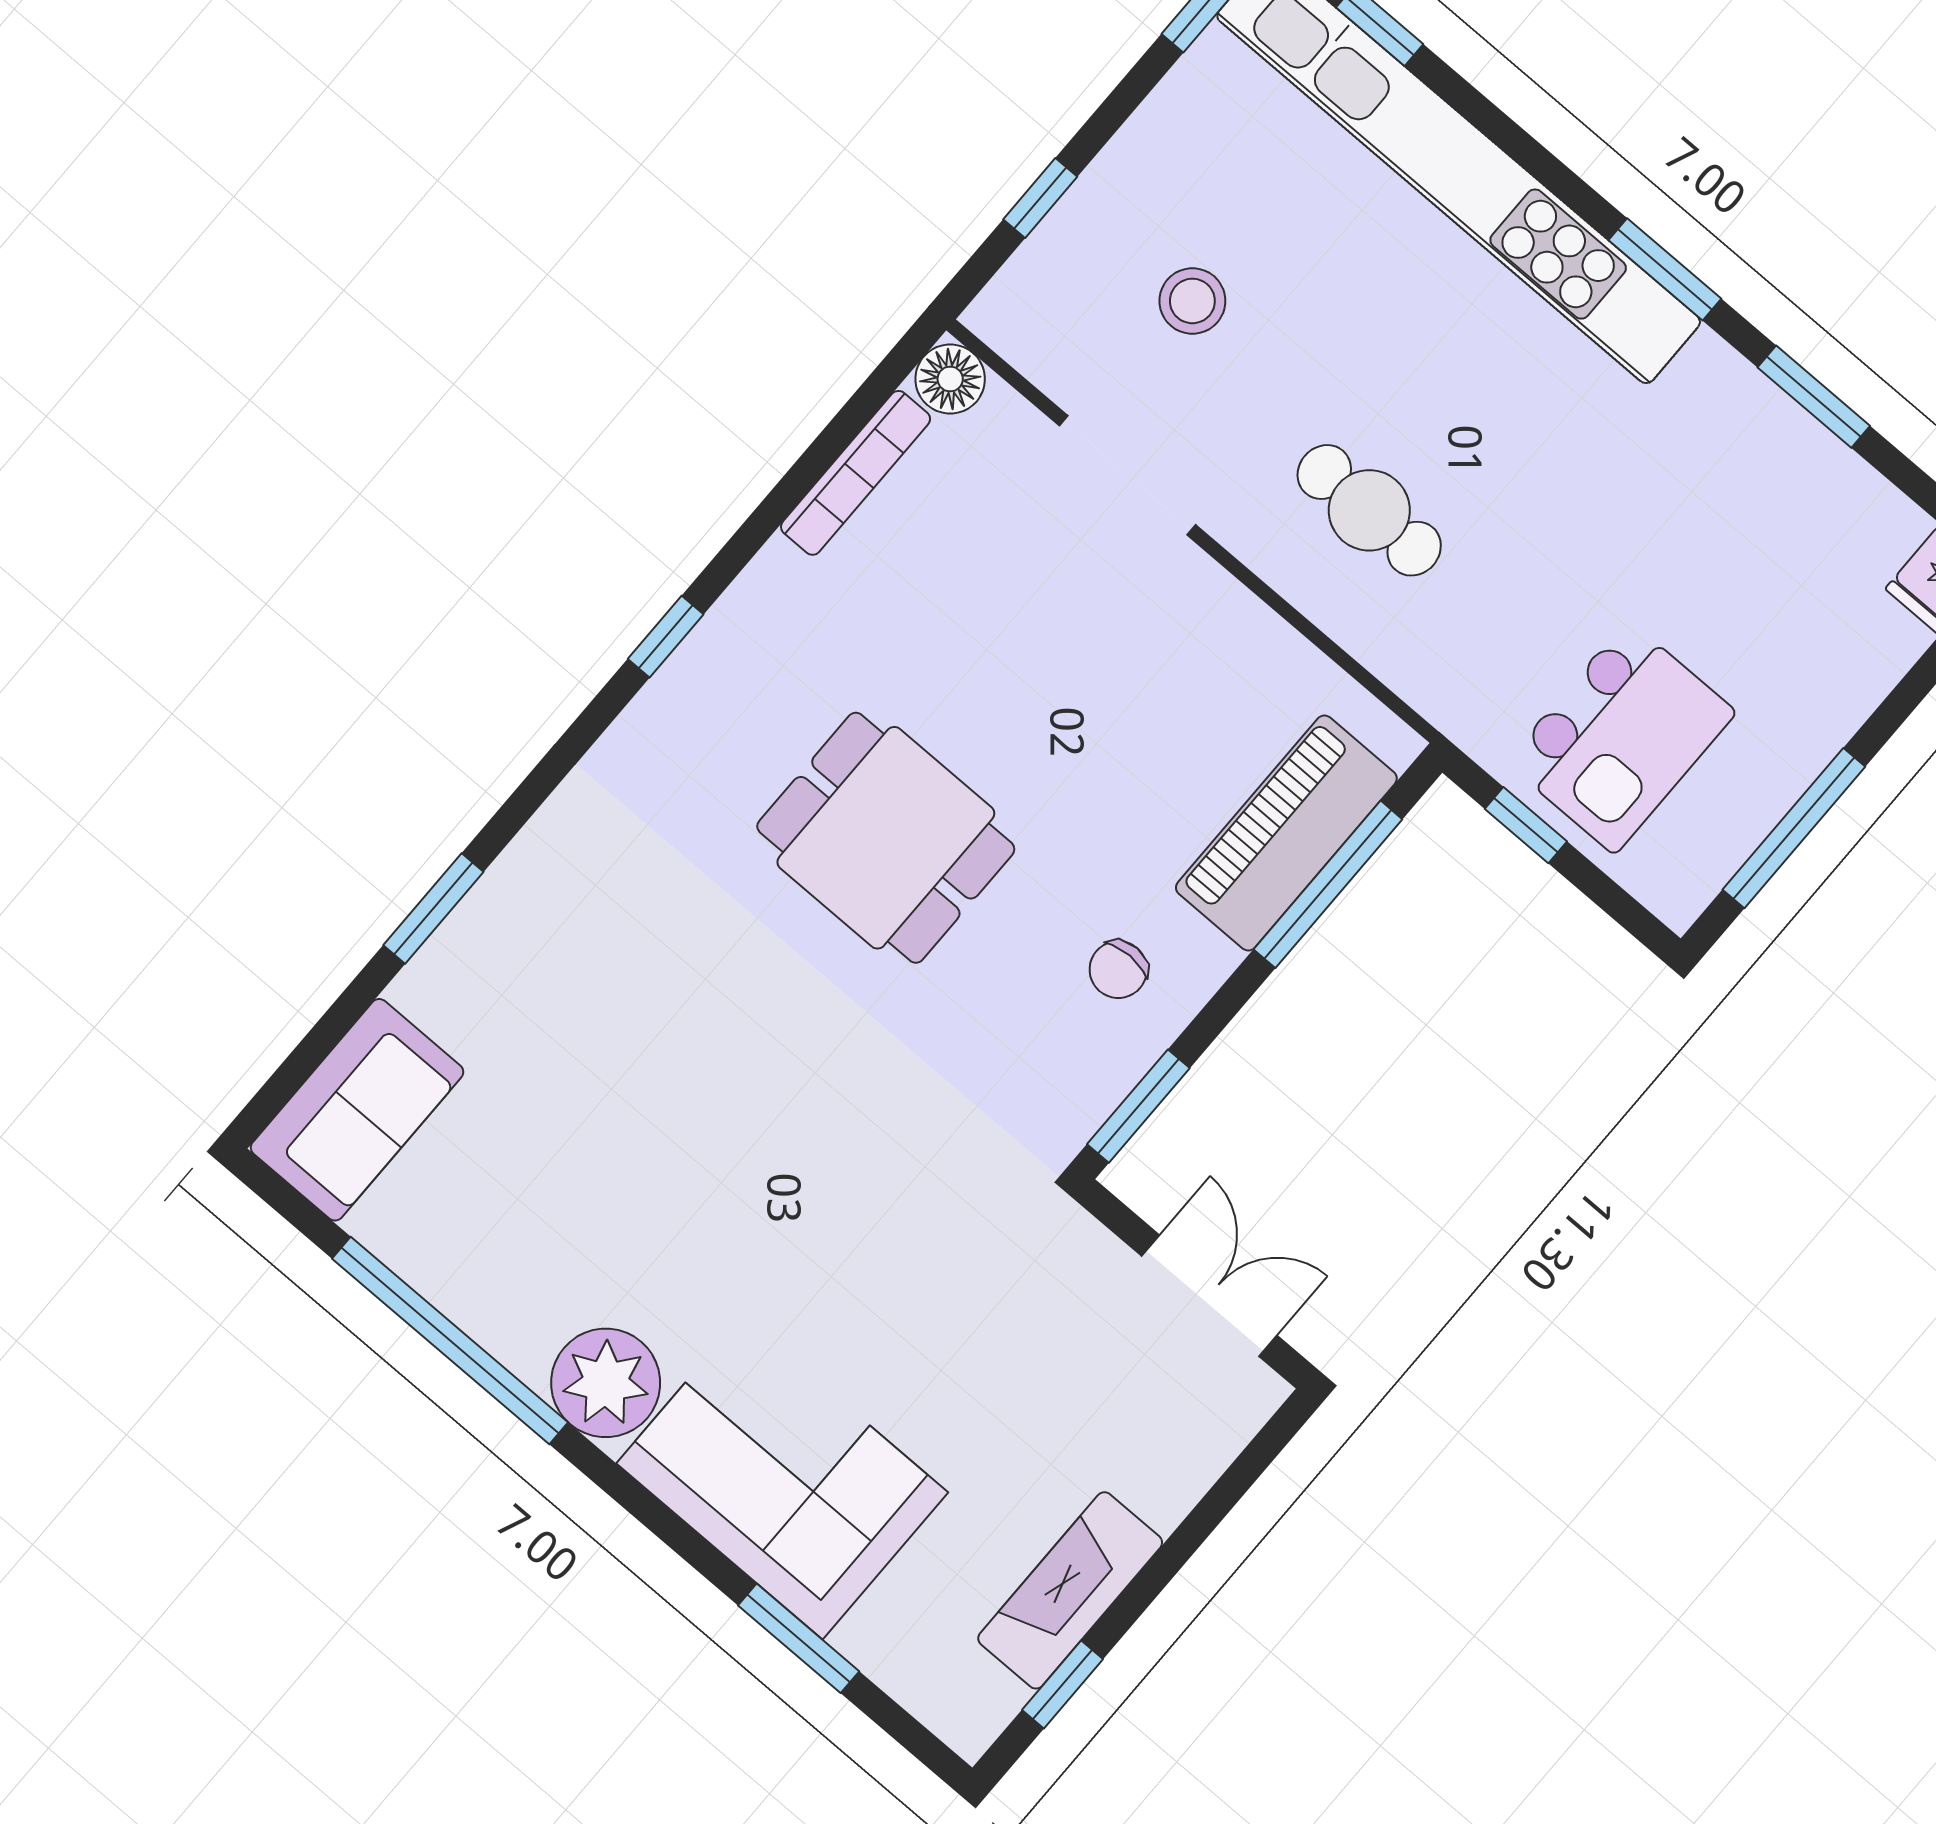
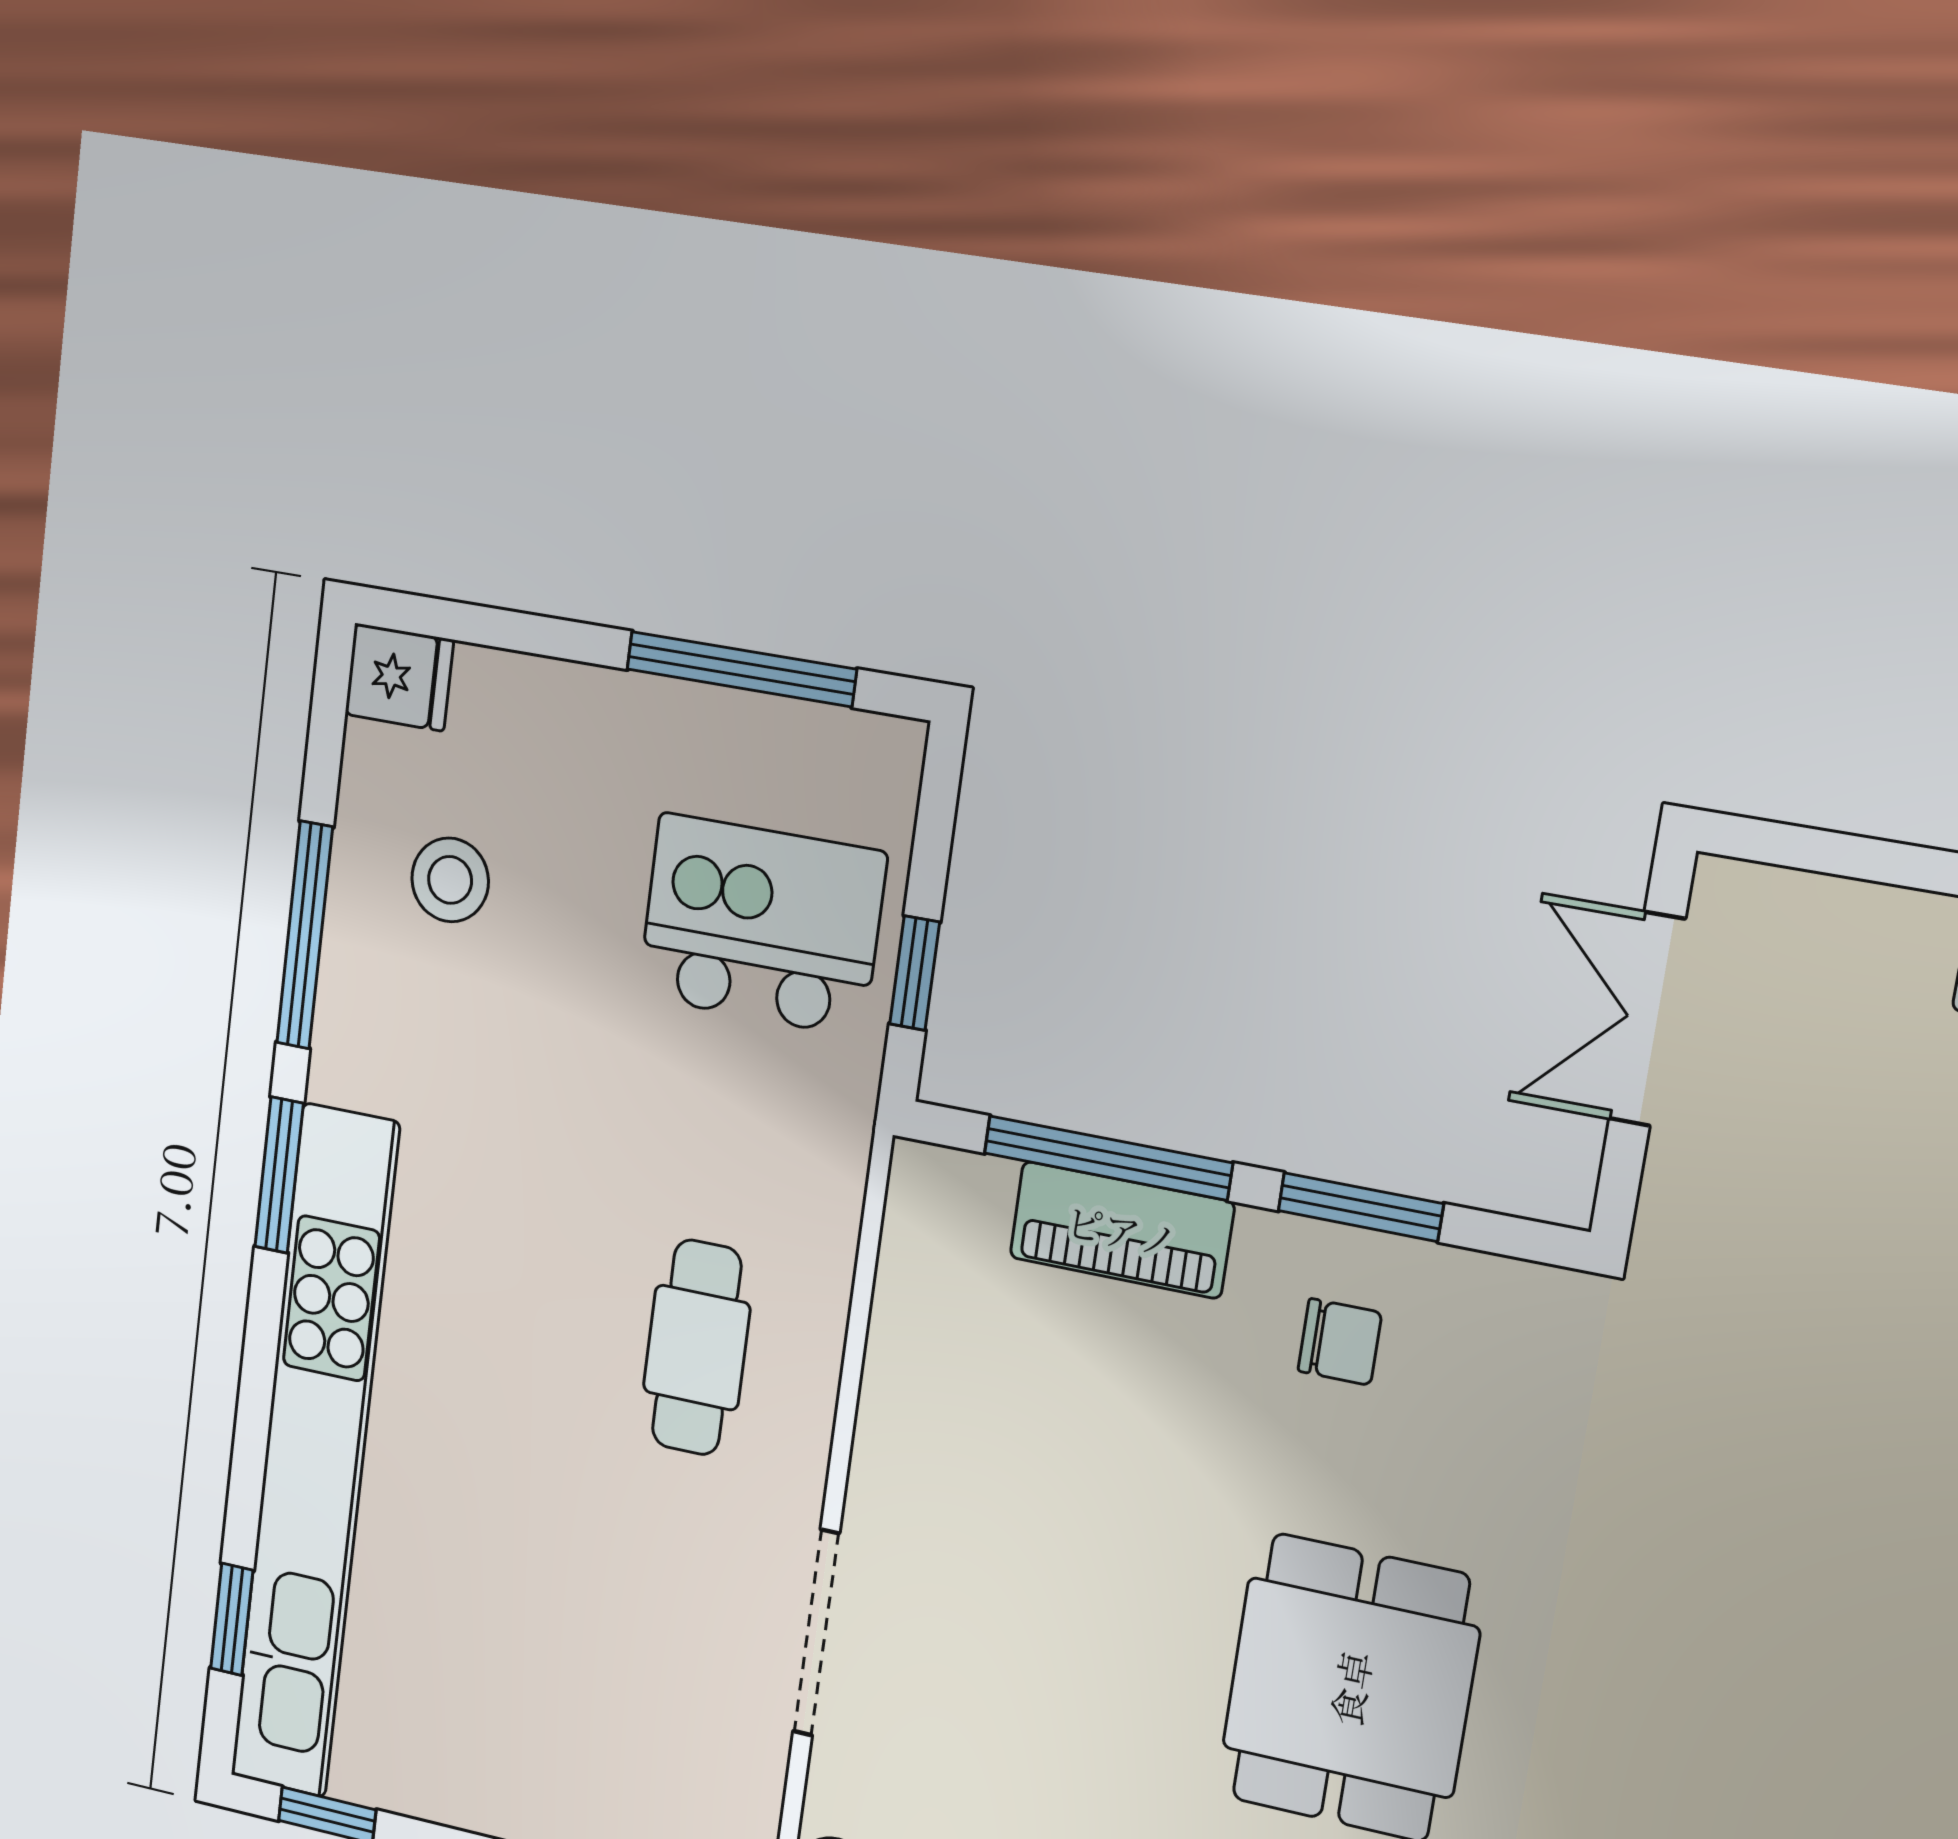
stool: (1192, 301) -> (450, 880), moved
window: (1814, 397) -> (305, 935), width x1.44
piano: (1286, 833) -> (1122, 1230), width x0.73, depth x0.75
window: (1138, 1106) -> (1361, 1207), moved

